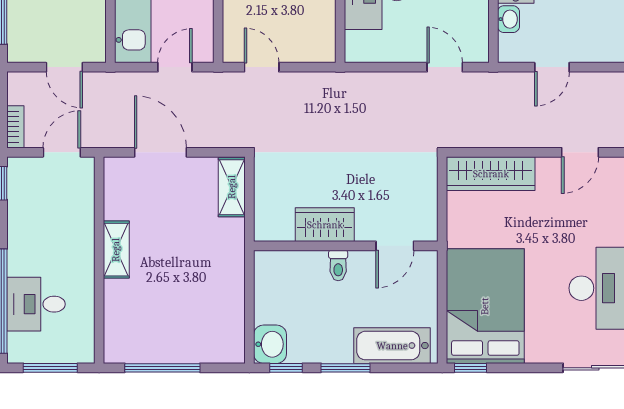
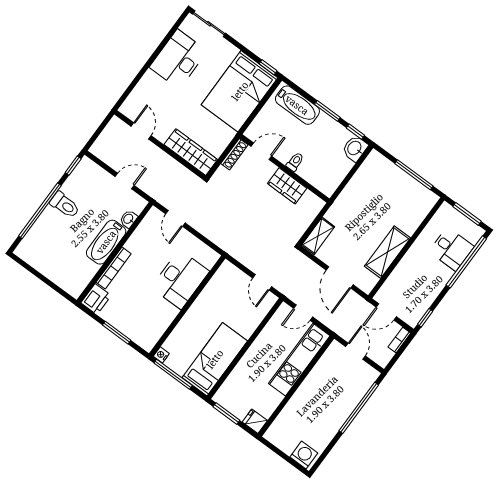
door: (580, 152) -> (141, 131), hinge flipped
shoe rack: (429, 215) -> (234, 154), added
shelving: (116, 250) -> (388, 252), width x1.50, depth x1.33

